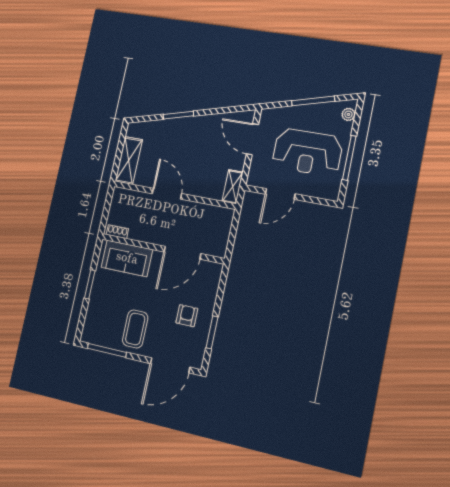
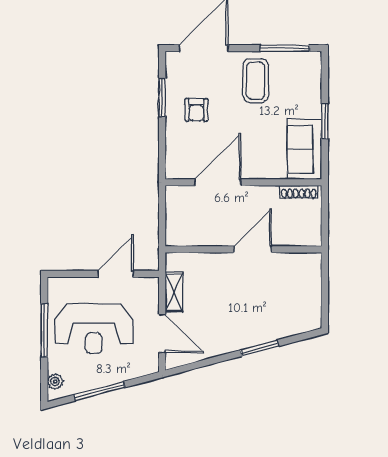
reception desk: (307, 152) -> (94, 329), turned 180
shelving: (129, 160) -> (310, 281), removed
shelving: (233, 187) -> (174, 292), moved
door: (167, 194) -> (253, 249), swing flipped
shoe rack: (117, 232) -> (299, 192), width x1.43
sofa: (127, 258) -> (304, 149), moved, turned -90

